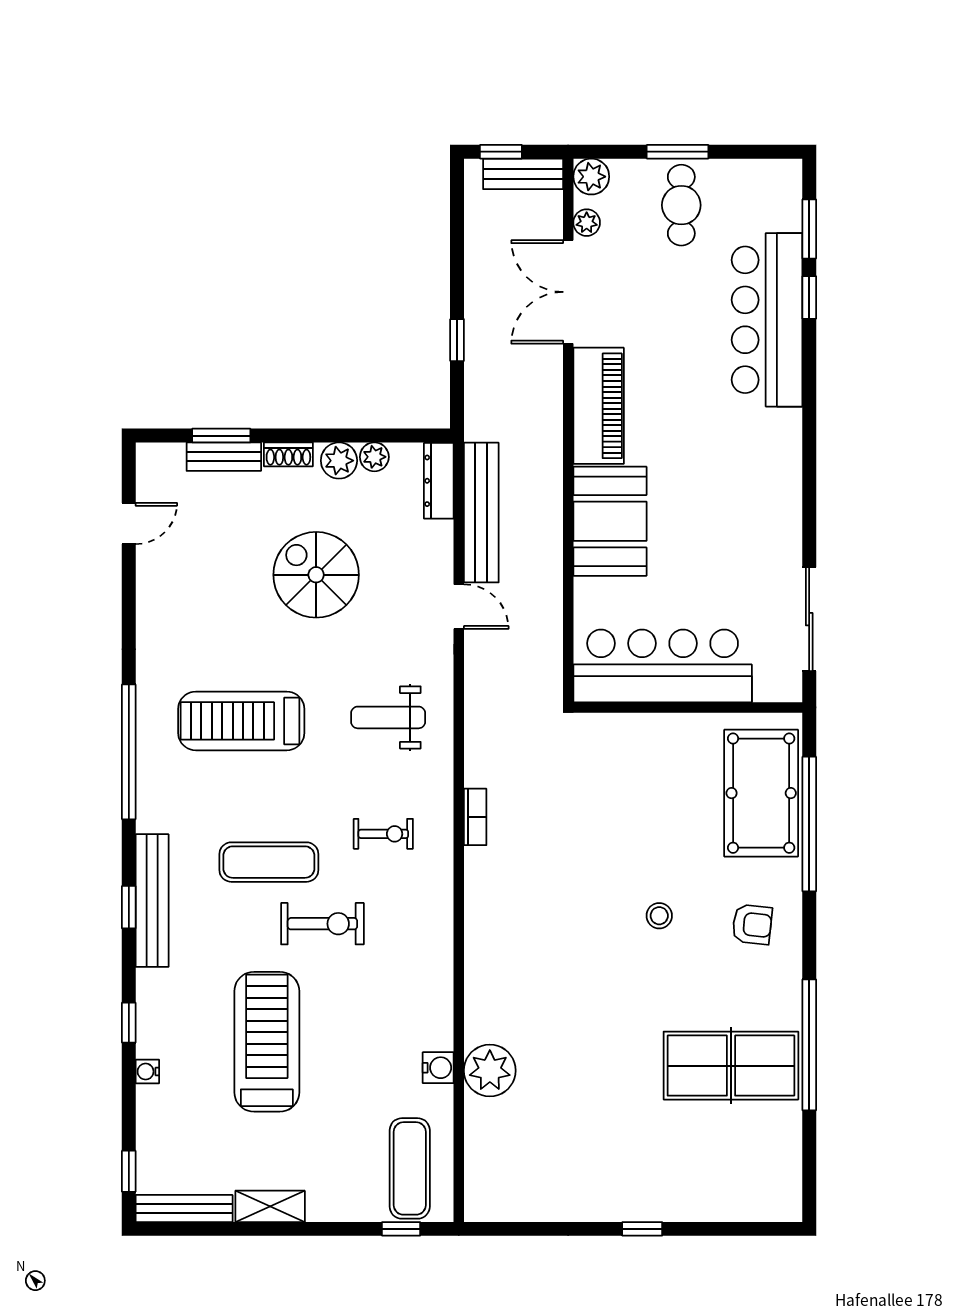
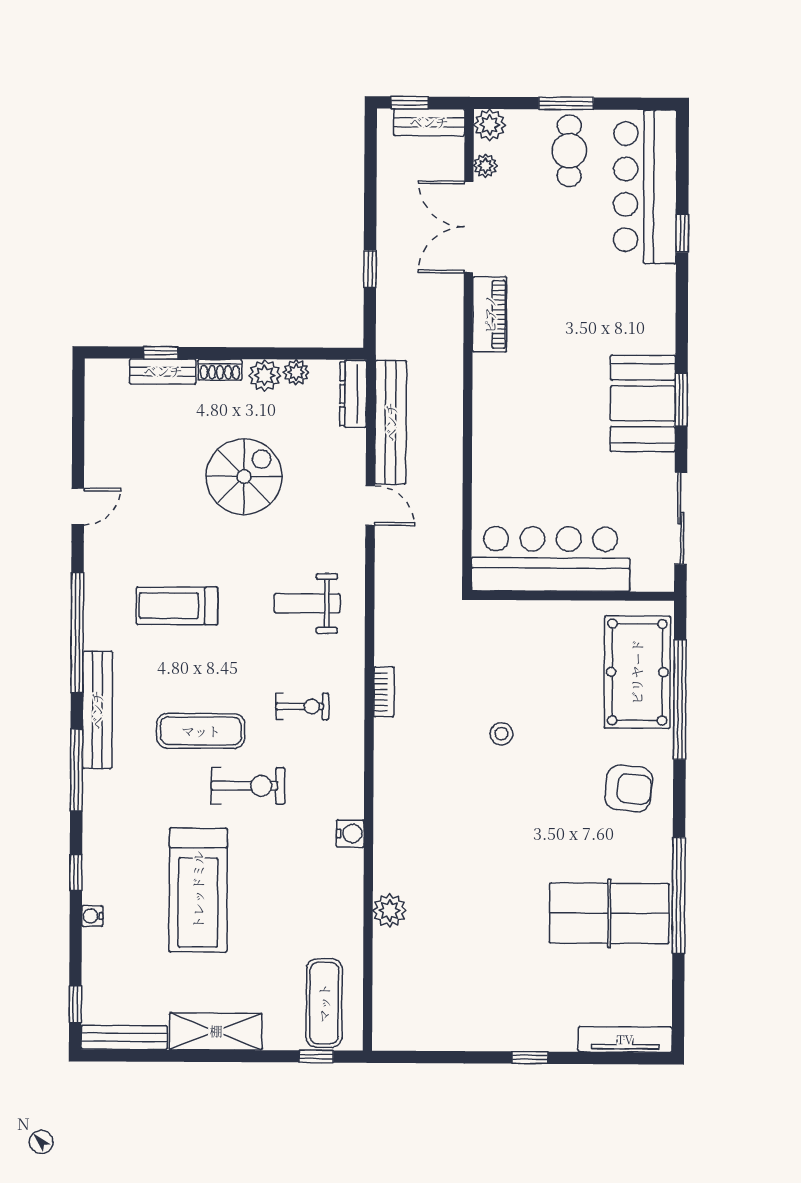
window: (809, 229) -> (681, 399), moved
bar counter: (767, 320) -> (645, 187), moved
piano: (599, 406) -> (490, 314), width x0.73, depth x0.75
window: (221, 436) -> (161, 353), width x0.67
booth: (610, 521) -> (643, 403), moved
door: (129, 524) -> (78, 506), moved
spiral stairs: (316, 575) -> (244, 477), turned 90
treadmill: (241, 721) -> (177, 606), width x0.73, depth x0.73
bench: (152, 901) -> (97, 710), moved
window: (129, 907) -> (76, 770), width x2.17
stool: (659, 916) -> (501, 734), moved
armchair: (752, 924) -> (629, 788), width x1.38, depth x1.38
treadmill: (267, 1042) -> (198, 890), turned 180
water cooler: (438, 1068) -> (350, 834), moved
plant: (490, 1071) -> (389, 910), width x0.73, depth x0.73
shelving: (270, 1206) -> (216, 1031), width x1.50, depth x1.33
tv unit: (750, 1208) -> (625, 1039), added

